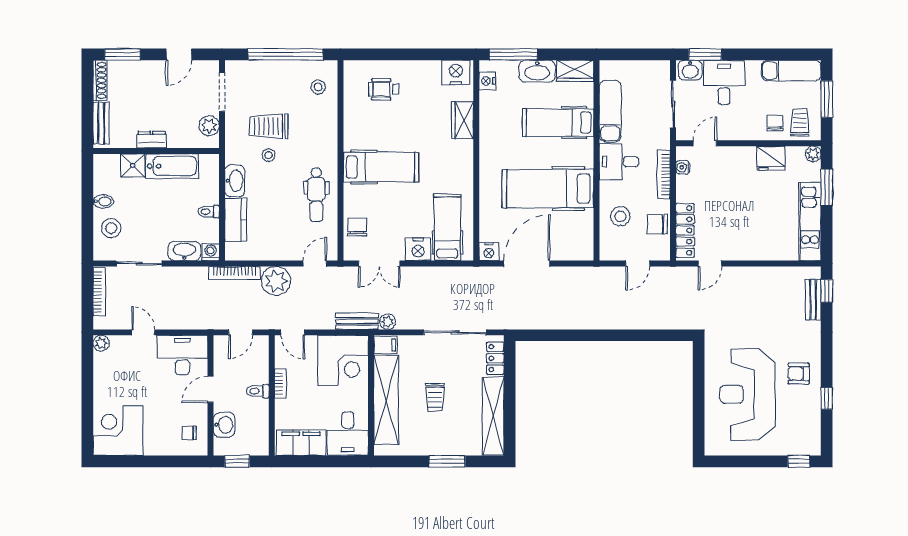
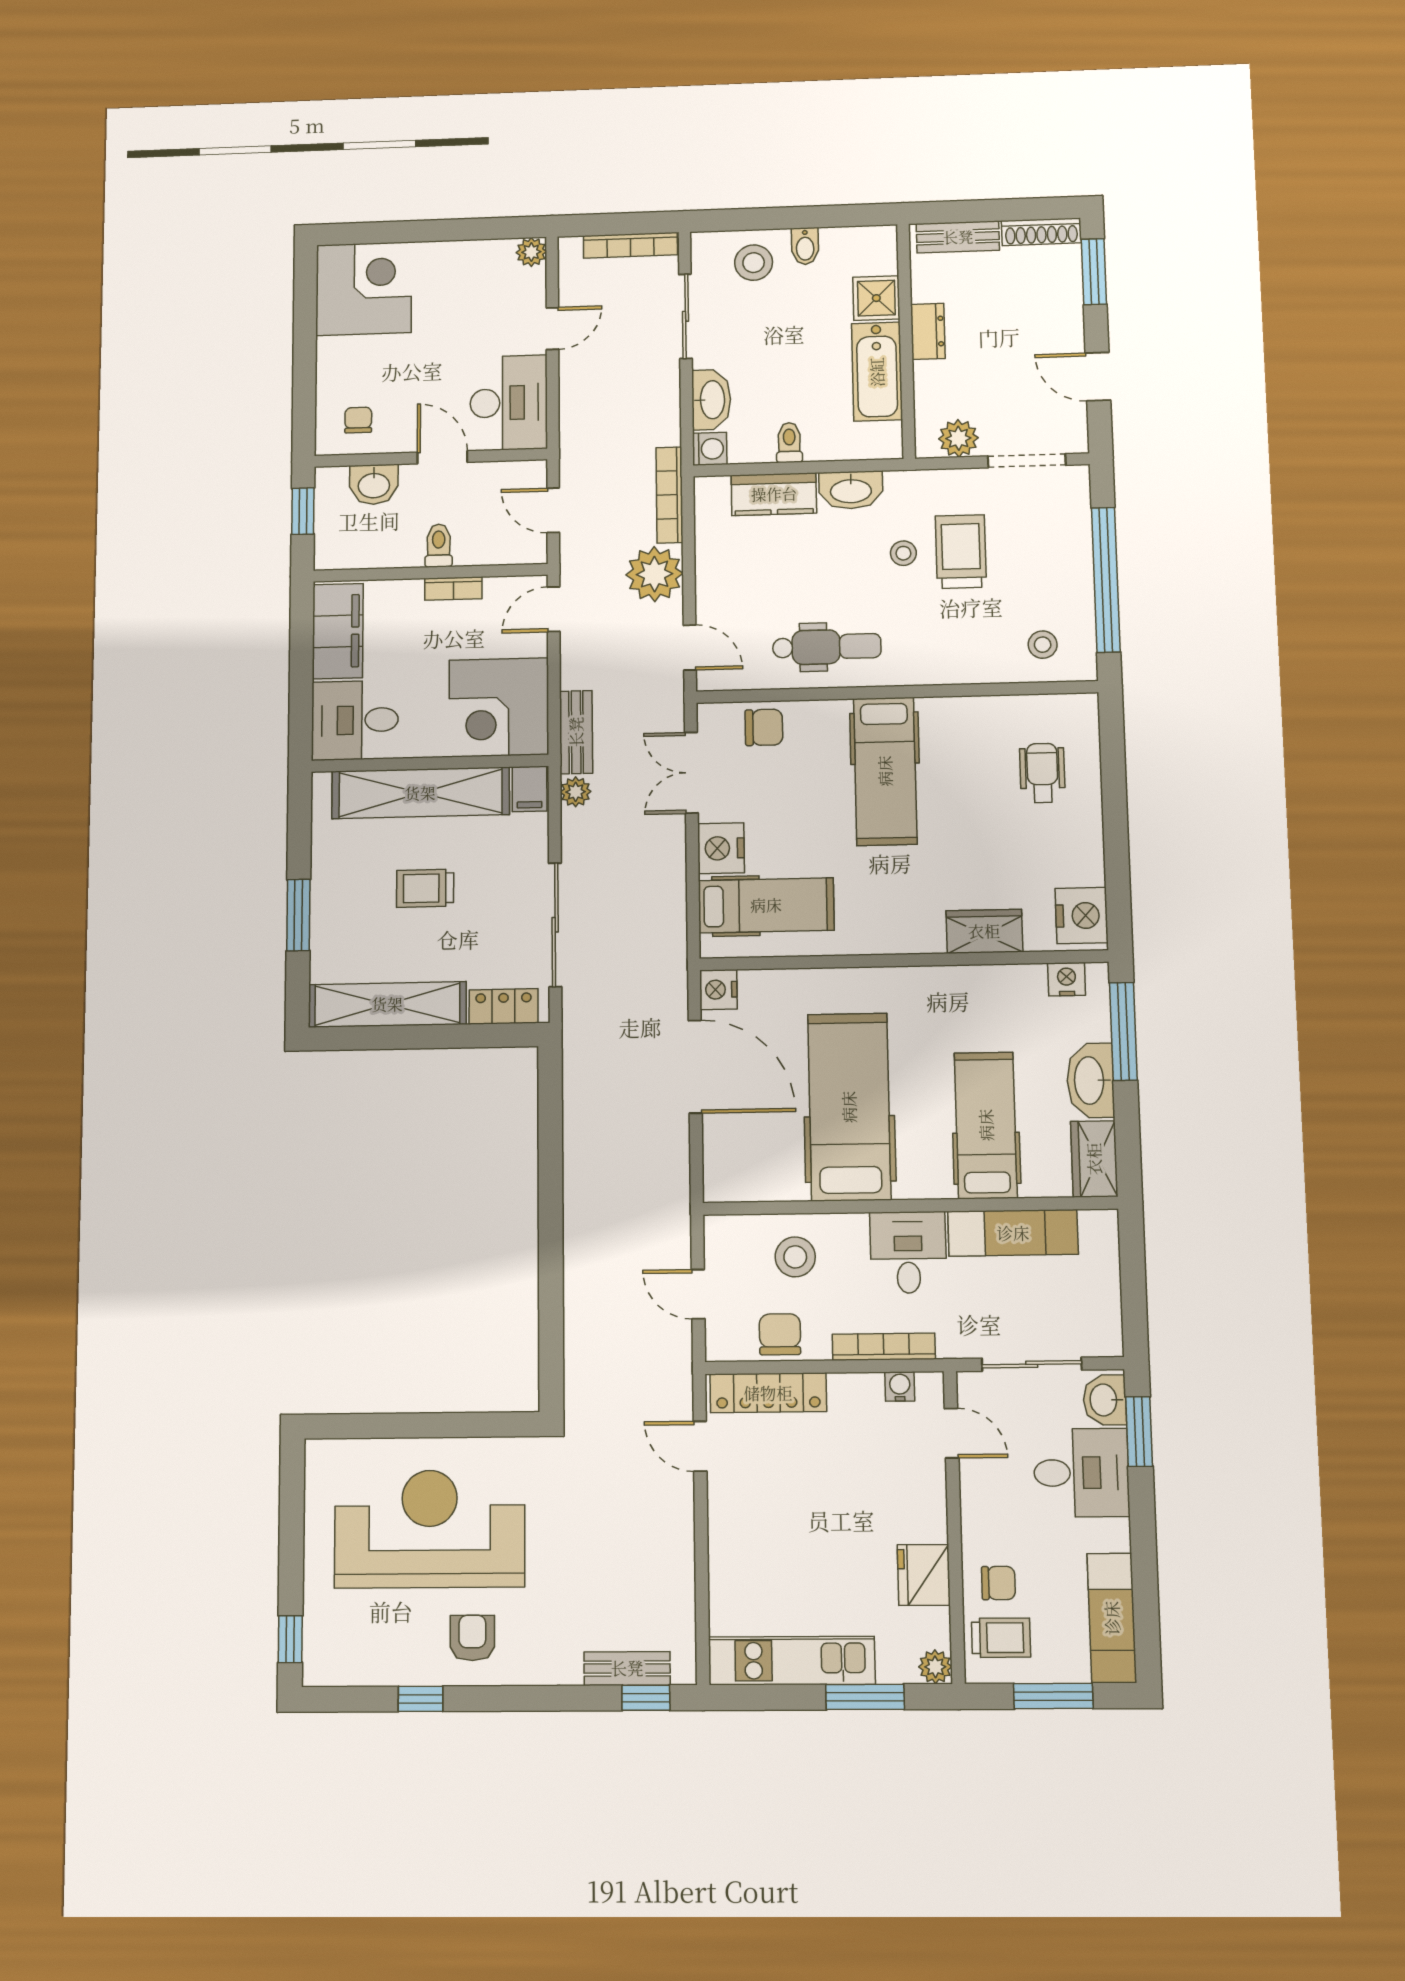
dental chair: (316, 195) -> (827, 647), turned 180

